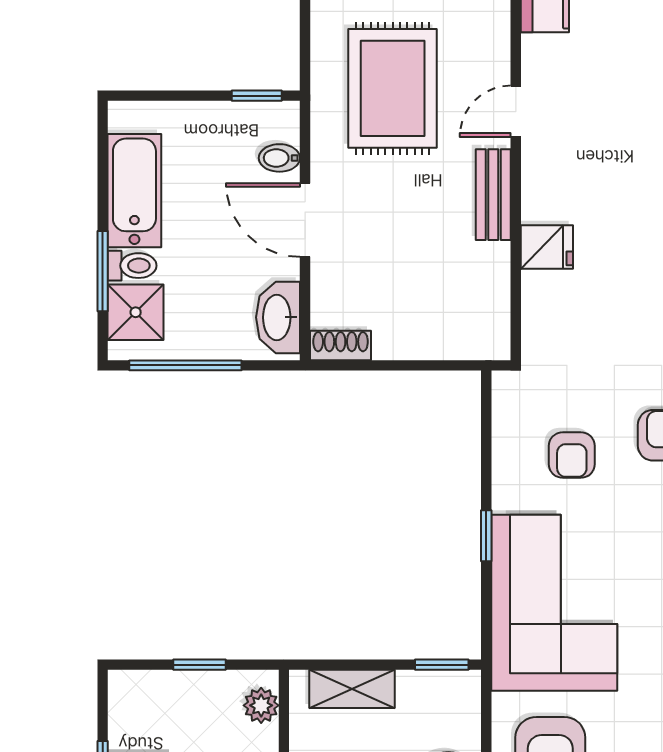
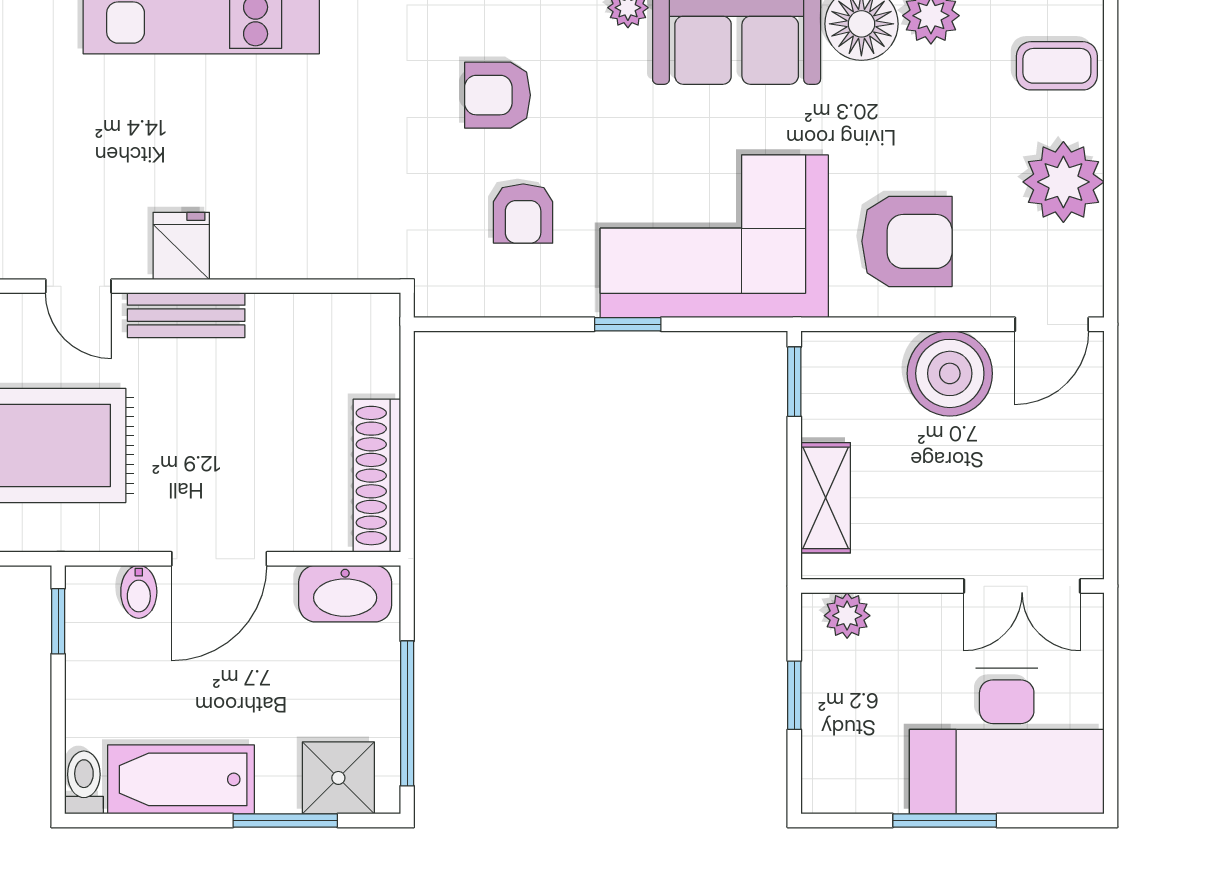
fridge: (547, 247) -> (181, 246), moved
toilet: (132, 266) -> (84, 782), moved
shoe rack: (341, 346) -> (377, 476), width x1.94, depth x1.24
armchair: (572, 455) -> (523, 214), turned 90

